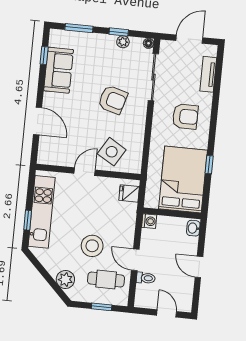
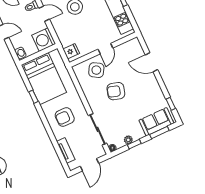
sofa: (59, 70) -> (156, 122), moved, turned 90
armchair: (113, 100) -> (116, 91), moved
washing machine: (149, 221) -> (44, 40), width x1.89, depth x1.89

